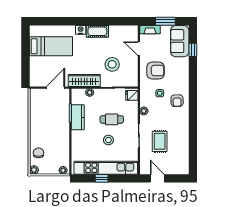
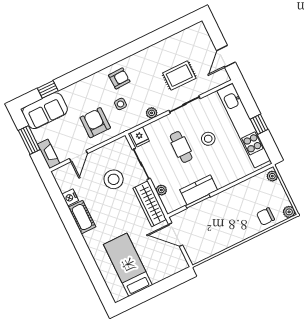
nightstand: (81, 30) -> (70, 197), moved

